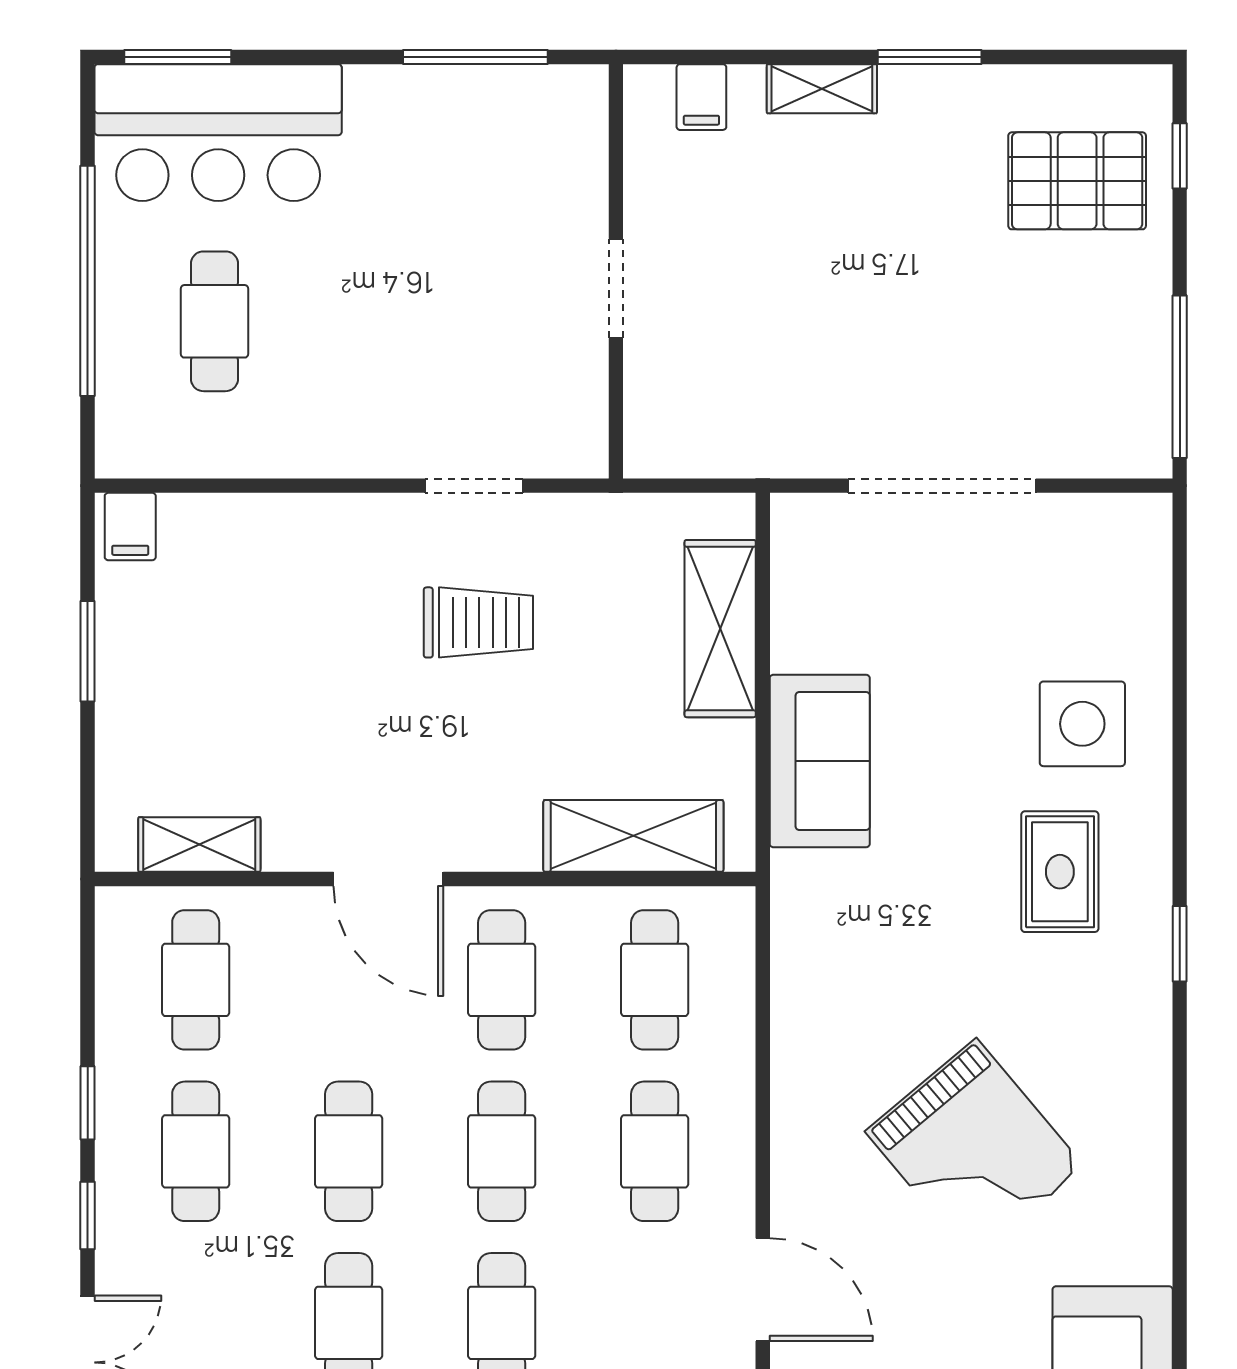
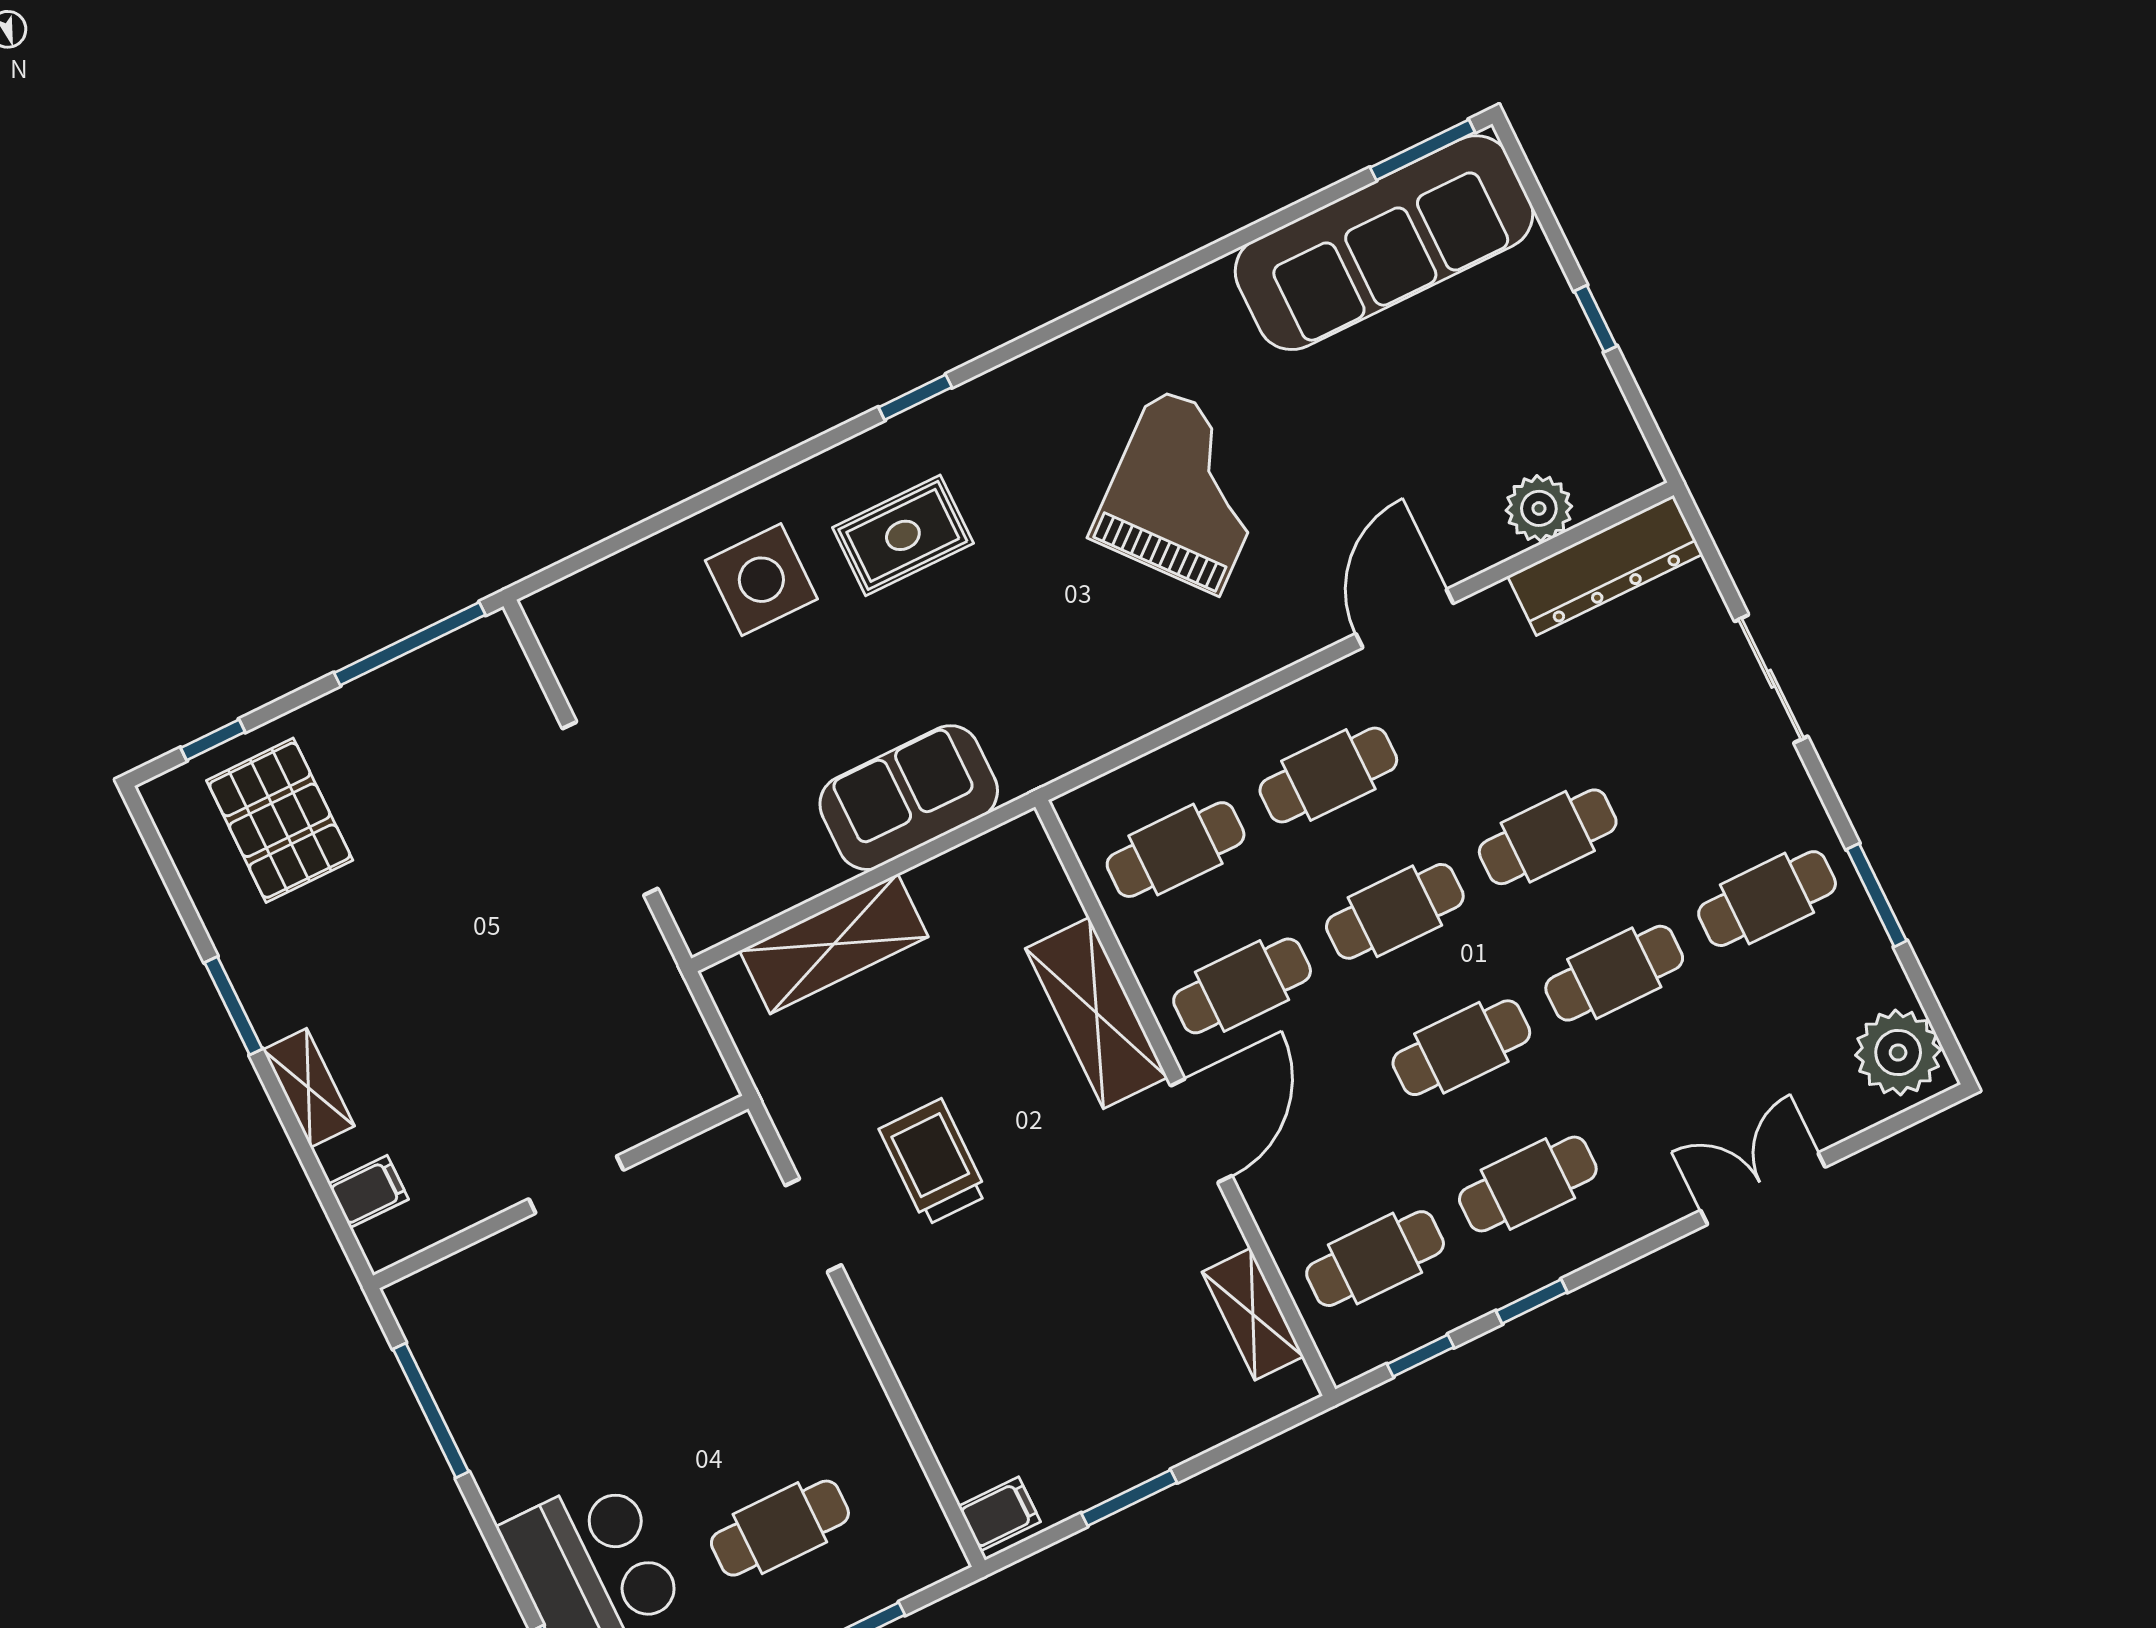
shelving: (633, 836) -> (1096, 1013), moved
window: (88, 1216) -> (1421, 1356), moved

